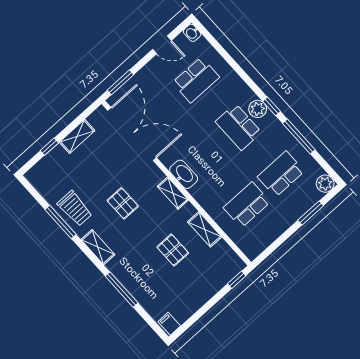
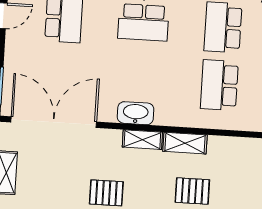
shelving: (205, 229) -> (185, 143), moved

